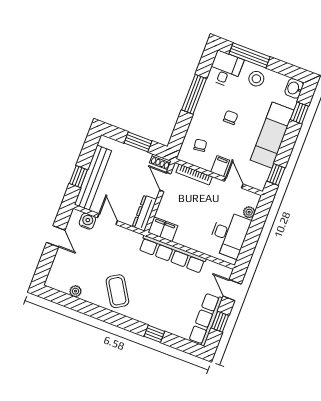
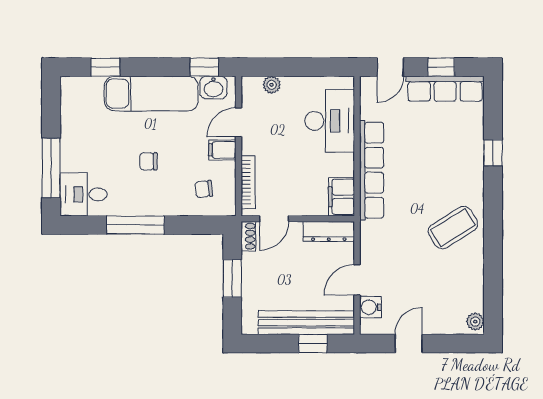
stool: (256, 79) -> (80, 146), removed
washbasin: (294, 88) -> (213, 88), moved
desk: (229, 234) -> (330, 121), moved, turned 90
plant: (75, 291) -> (475, 322), moved

